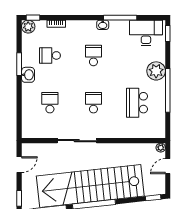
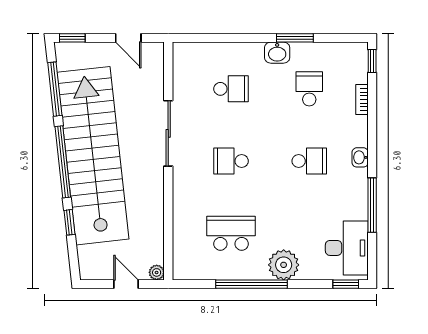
washbasin: (103, 25) -> (360, 157), moved
plant: (28, 27) -> (357, 53), removed
school desk: (93, 103) -> (231, 161), turned 180
window: (153, 198) -> (69, 222), moved

